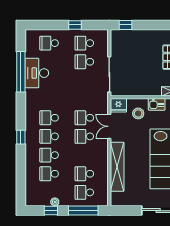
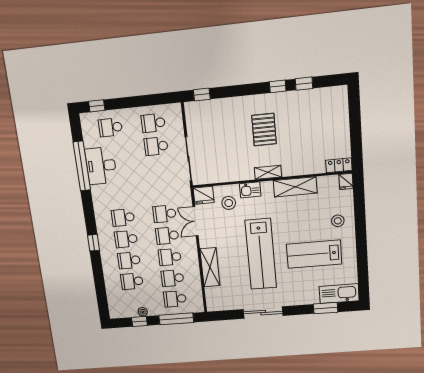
window: (75, 25) -> (97, 106), moved
school desk: (84, 155) -> (170, 257), added
shelving: (117, 167) -> (210, 267), width x0.68

